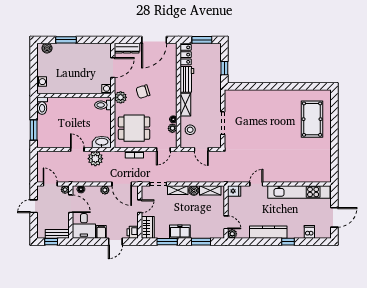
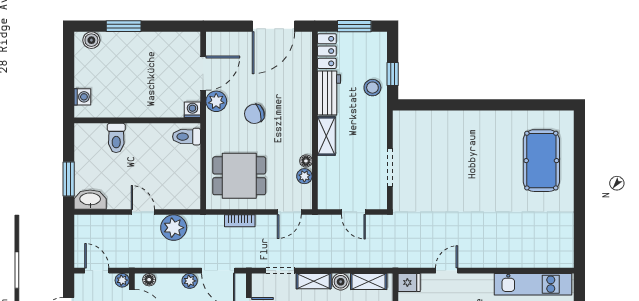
dresser: (127, 48) -> (227, 40), removed
plant: (121, 97) -> (216, 101), moved
toilet: (42, 106) -> (116, 138), moved
stool: (190, 130) -> (372, 88), moved
washbasin: (102, 142) -> (90, 200), moved
kitchen unit: (299, 192) -> (533, 284), width x0.73

